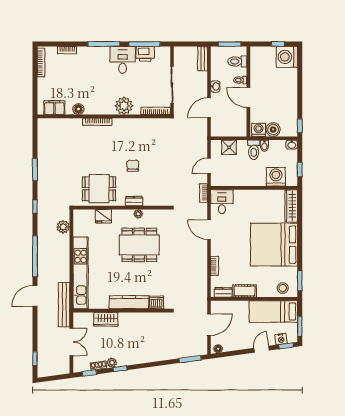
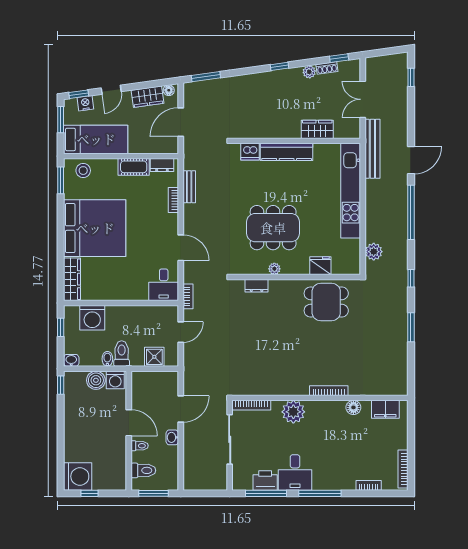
bench: (203, 59) -> (189, 187), moved
chair: (133, 166) -> (281, 333), removed
dresser: (134, 201) -> (257, 286), moved
wardrobe: (234, 344) -> (147, 97), added
window: (120, 369) -> (279, 66), moved

